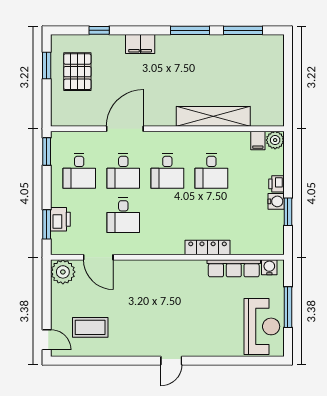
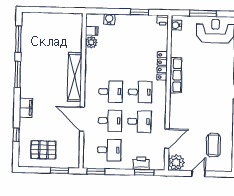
window: (47, 65) -> (60, 171), moved
shelving: (213, 116) -> (75, 77), moved
plant: (275, 140) -> (91, 42), moved
desk: (211, 171) -> (140, 92), moved
printer: (276, 184) -> (163, 20), moved
water cooler: (276, 201) -> (109, 19), moved
row of seats: (234, 268) -> (176, 75), moved
door: (47, 340) -> (199, 174), moved

